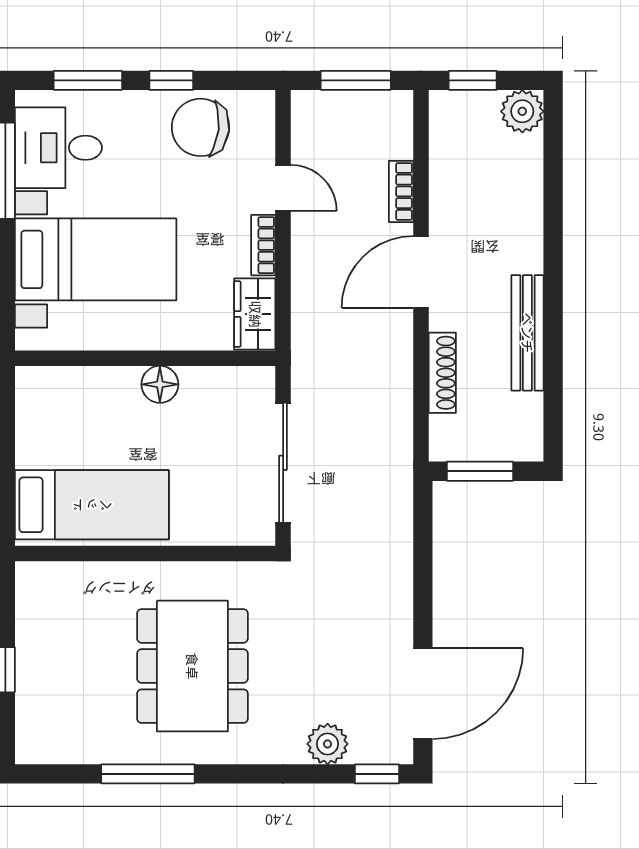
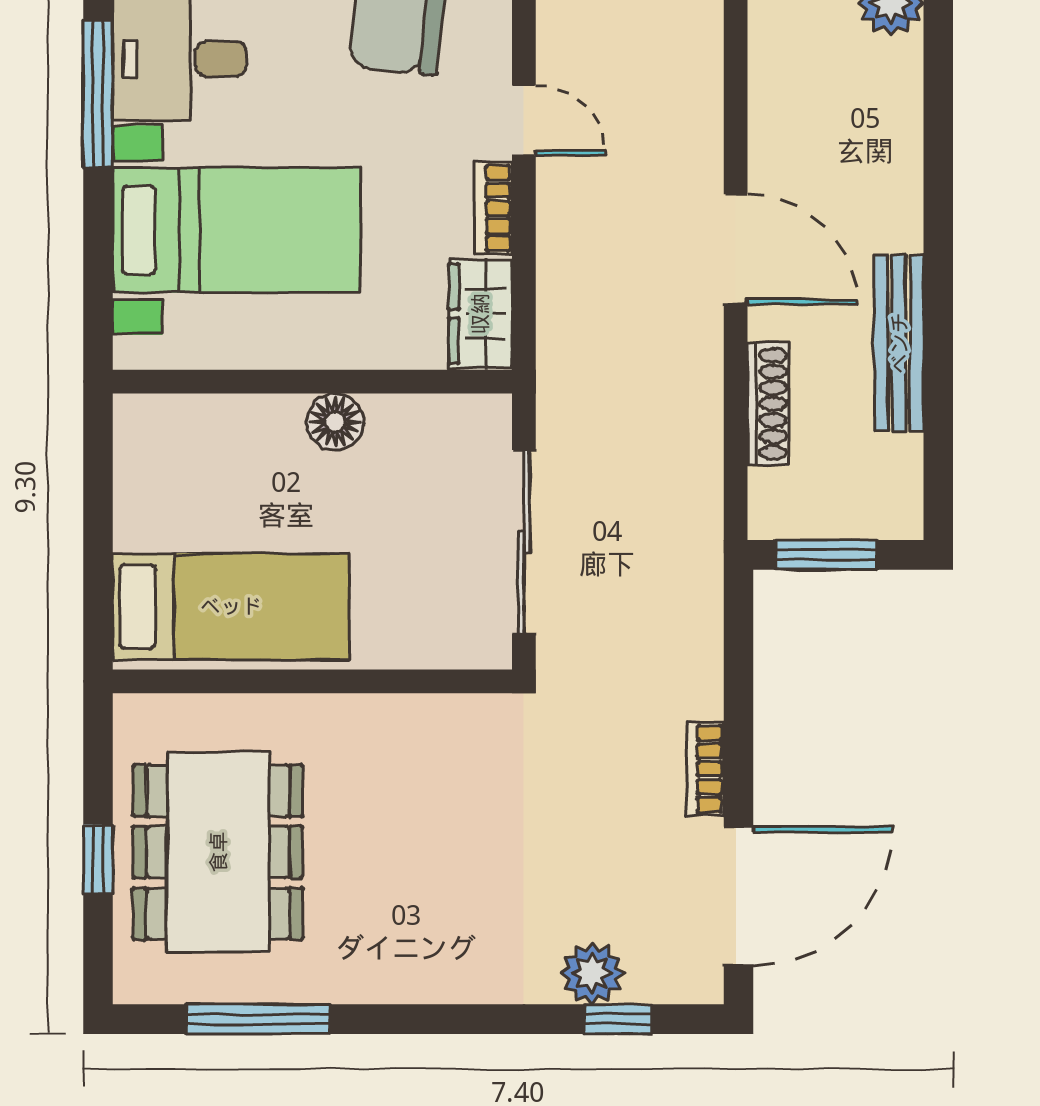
bookcase: (401, 191) -> (705, 769), moved
door: (421, 272) -> (736, 249), swing flipped
dining table: (192, 666) -> (218, 852), moved
window: (148, 774) -> (258, 1019), moved
window: (377, 774) -> (618, 1019), moved

